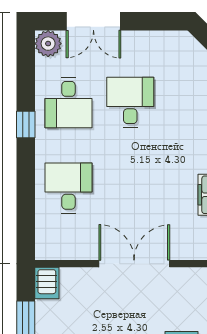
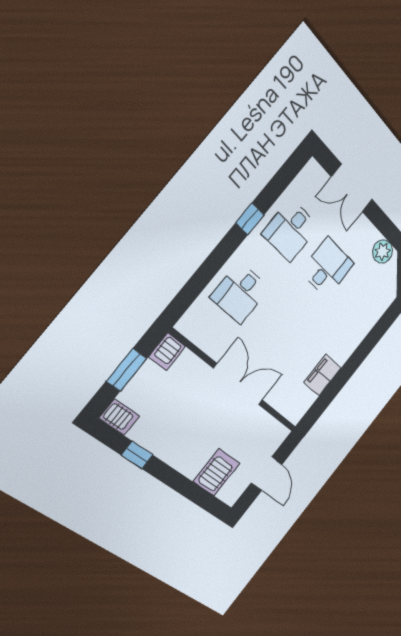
plant: (48, 44) -> (383, 251), moved
desk: (68, 188) -> (240, 293), turned 180

